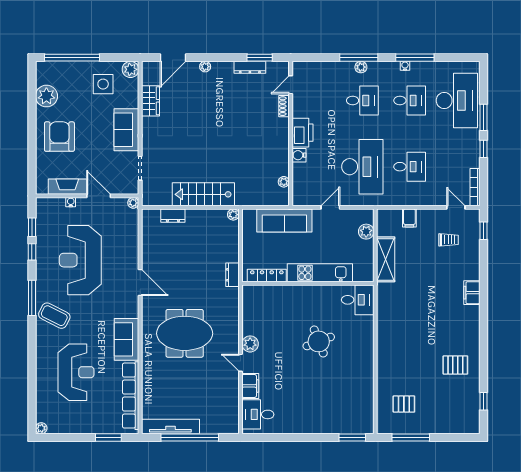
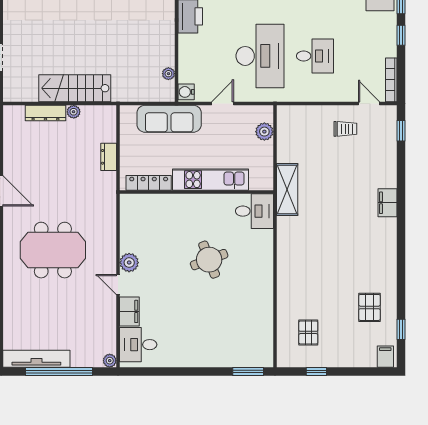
water cooler: (299, 155) -> (186, 92), moved
plant: (233, 215) -> (74, 112), moved
dresser: (173, 216) -> (45, 113), width x1.44
filing cabinet: (409, 218) -> (385, 357), moved, turned 180
trolley: (448, 240) -> (345, 129), moved
shelving: (386, 259) -> (287, 189), moved
dresser: (232, 275) -> (109, 157), moved
pallet: (455, 365) -> (369, 307), moved, turned 90
pallet: (404, 404) -> (308, 332), turned 90
plant: (233, 428) -> (110, 361), added
window: (411, 437) -> (316, 371), width x0.46

